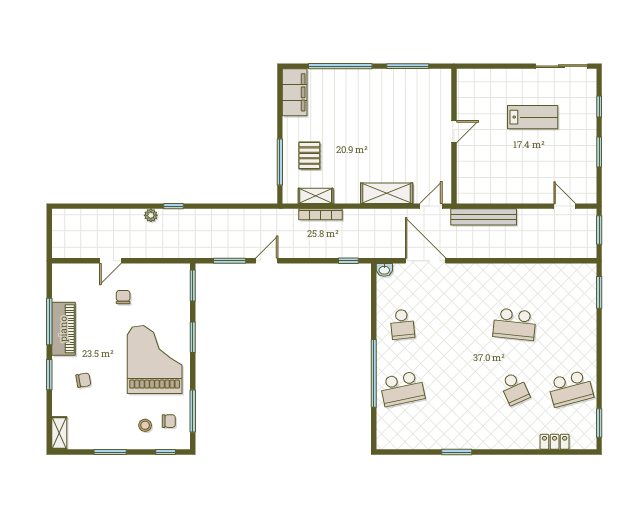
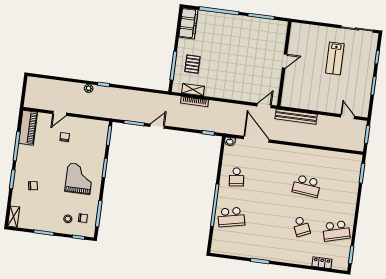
lab bench: (533, 117) -> (335, 58), turned 90
shelving: (387, 193) -> (237, 94), removed
piano: (63, 329) -> (28, 128), moved
grand piano: (155, 360) -> (79, 179), width x0.73, depth x0.68

